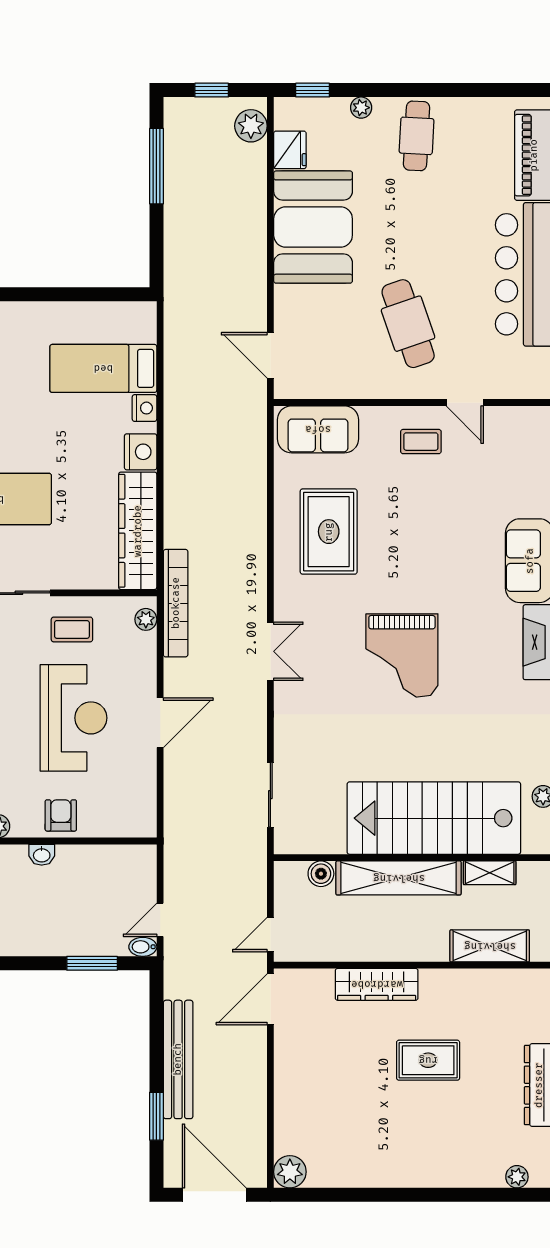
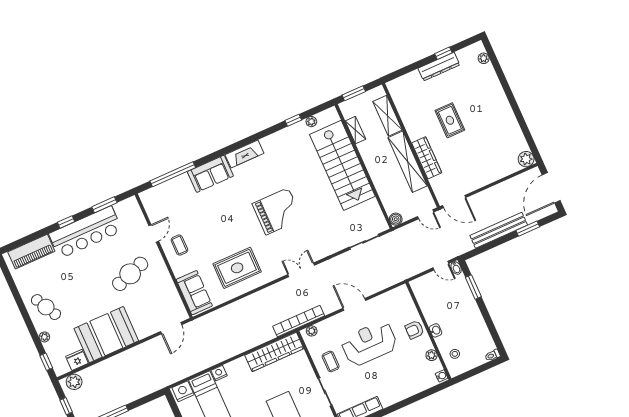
cafe table: (417, 136) -> (46, 307), turned 59
nightstand: (141, 452) -> (183, 391), moved
boiler: (321, 874) -> (396, 219), moved
shelving: (399, 878) -> (408, 162), moved

